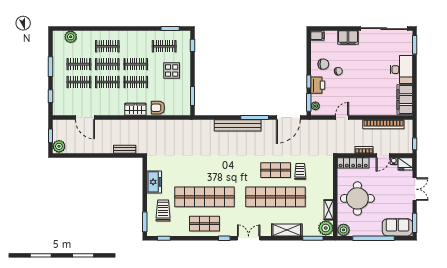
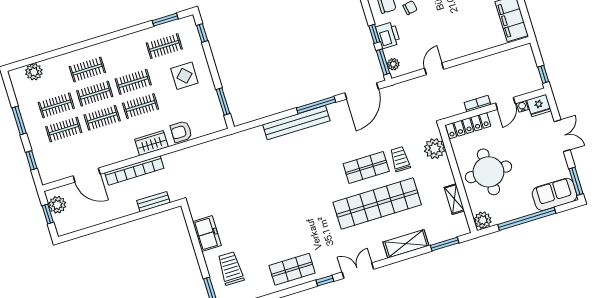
bookcase: (383, 124) -> (134, 171), moved
plant: (59, 146) -> (57, 205), moved
shop shelf: (204, 197) -> (281, 233), removed
plant: (326, 228) -> (435, 149), moved

